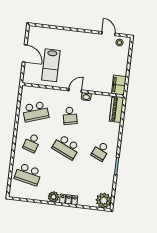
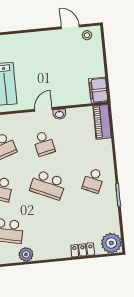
plant: (53, 197) -> (26, 254), moved
locker: (69, 199) -> (83, 250), moved

